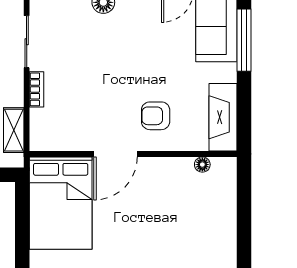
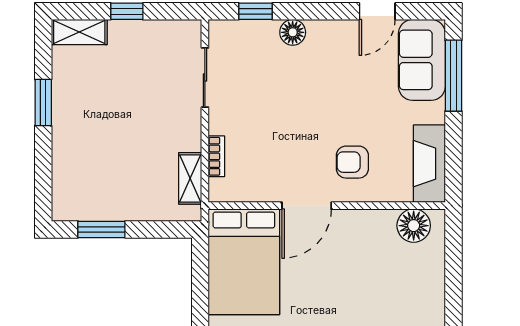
bookcase: (37, 89) -> (216, 156), moved
floor lamp: (202, 165) -> (414, 226), width x1.89, depth x1.89

